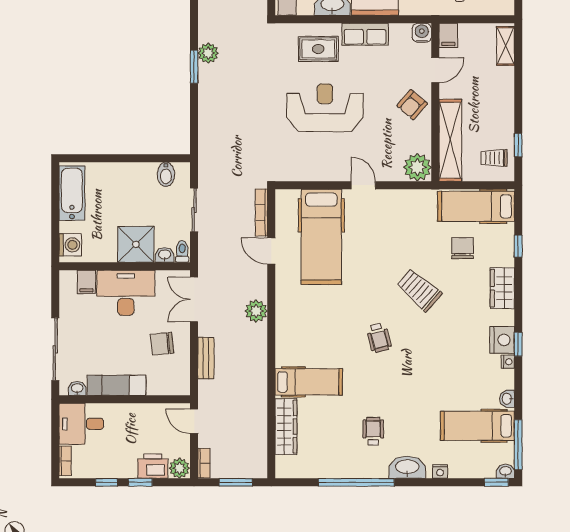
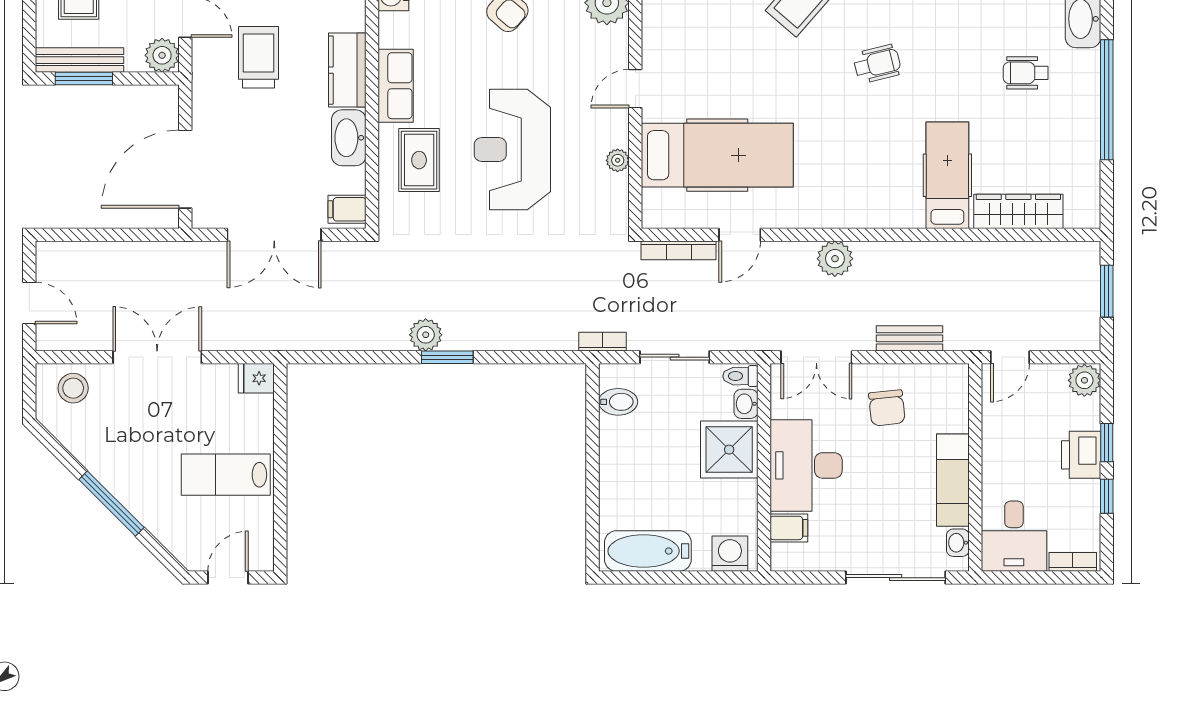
plant: (318, 174) -> (618, 160), added
bookcase: (204, 463) -> (603, 342), moved
printer: (153, 466) -> (1081, 455), moved

